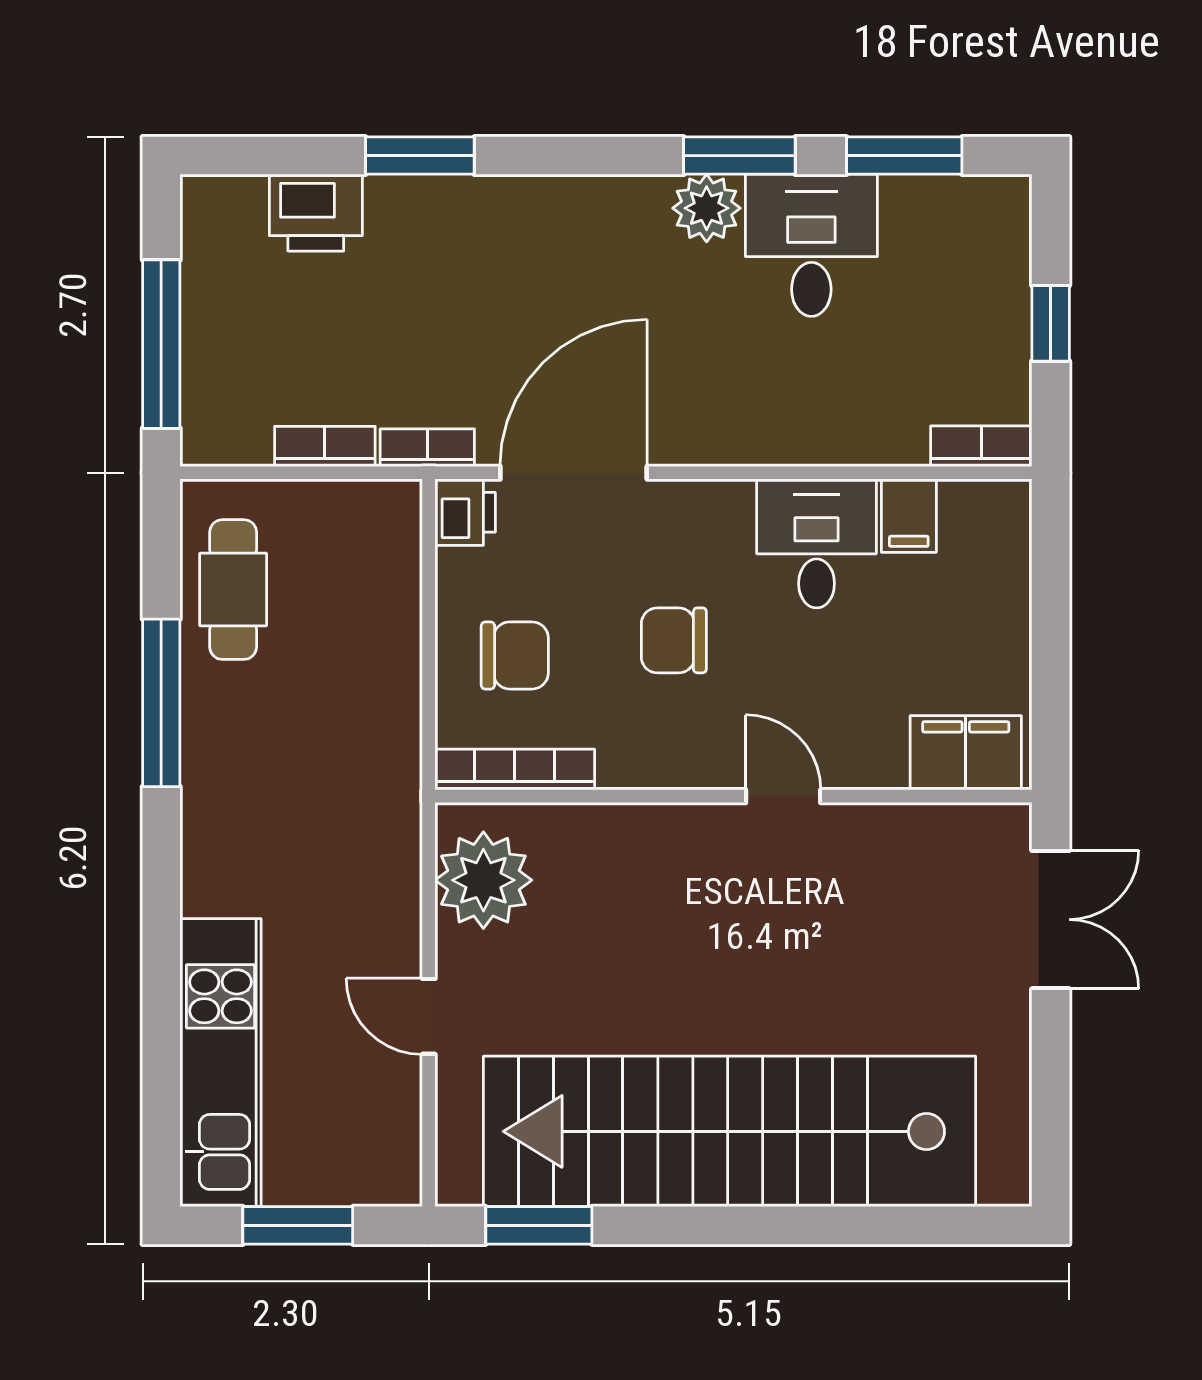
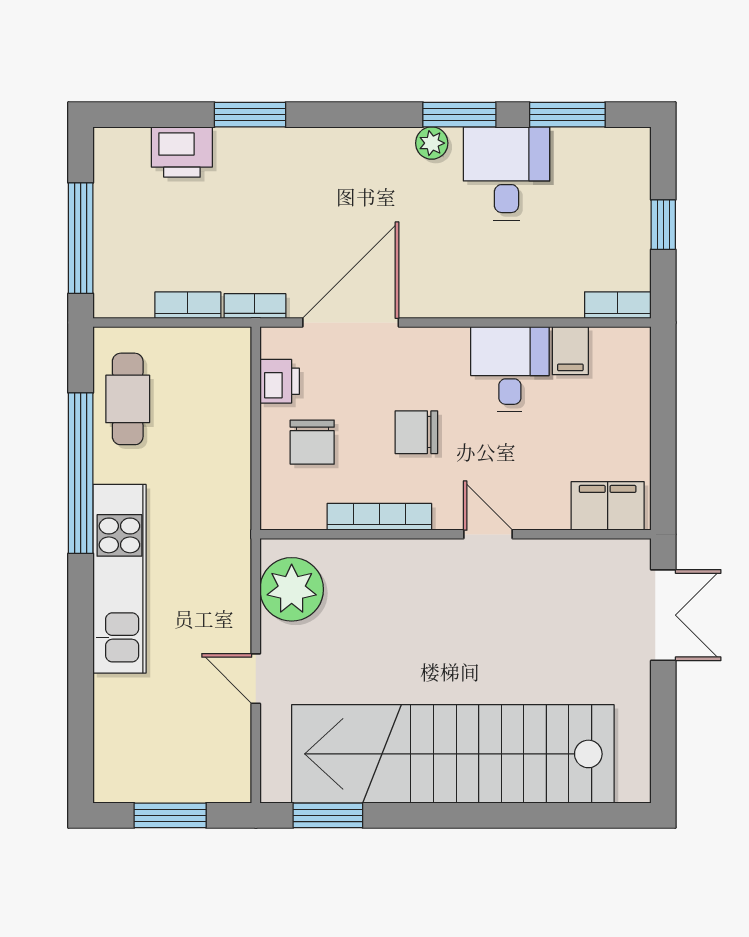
plant: (707, 208) -> (432, 143), width x0.73, depth x0.73
printer: (465, 512) -> (280, 381), moved
chair: (515, 655) -> (312, 442), turned 90
window: (161, 703) -> (81, 473), width x1.46
bookcase: (515, 770) -> (379, 517), moved
kitchen unit: (220, 1063) -> (119, 579), moved

